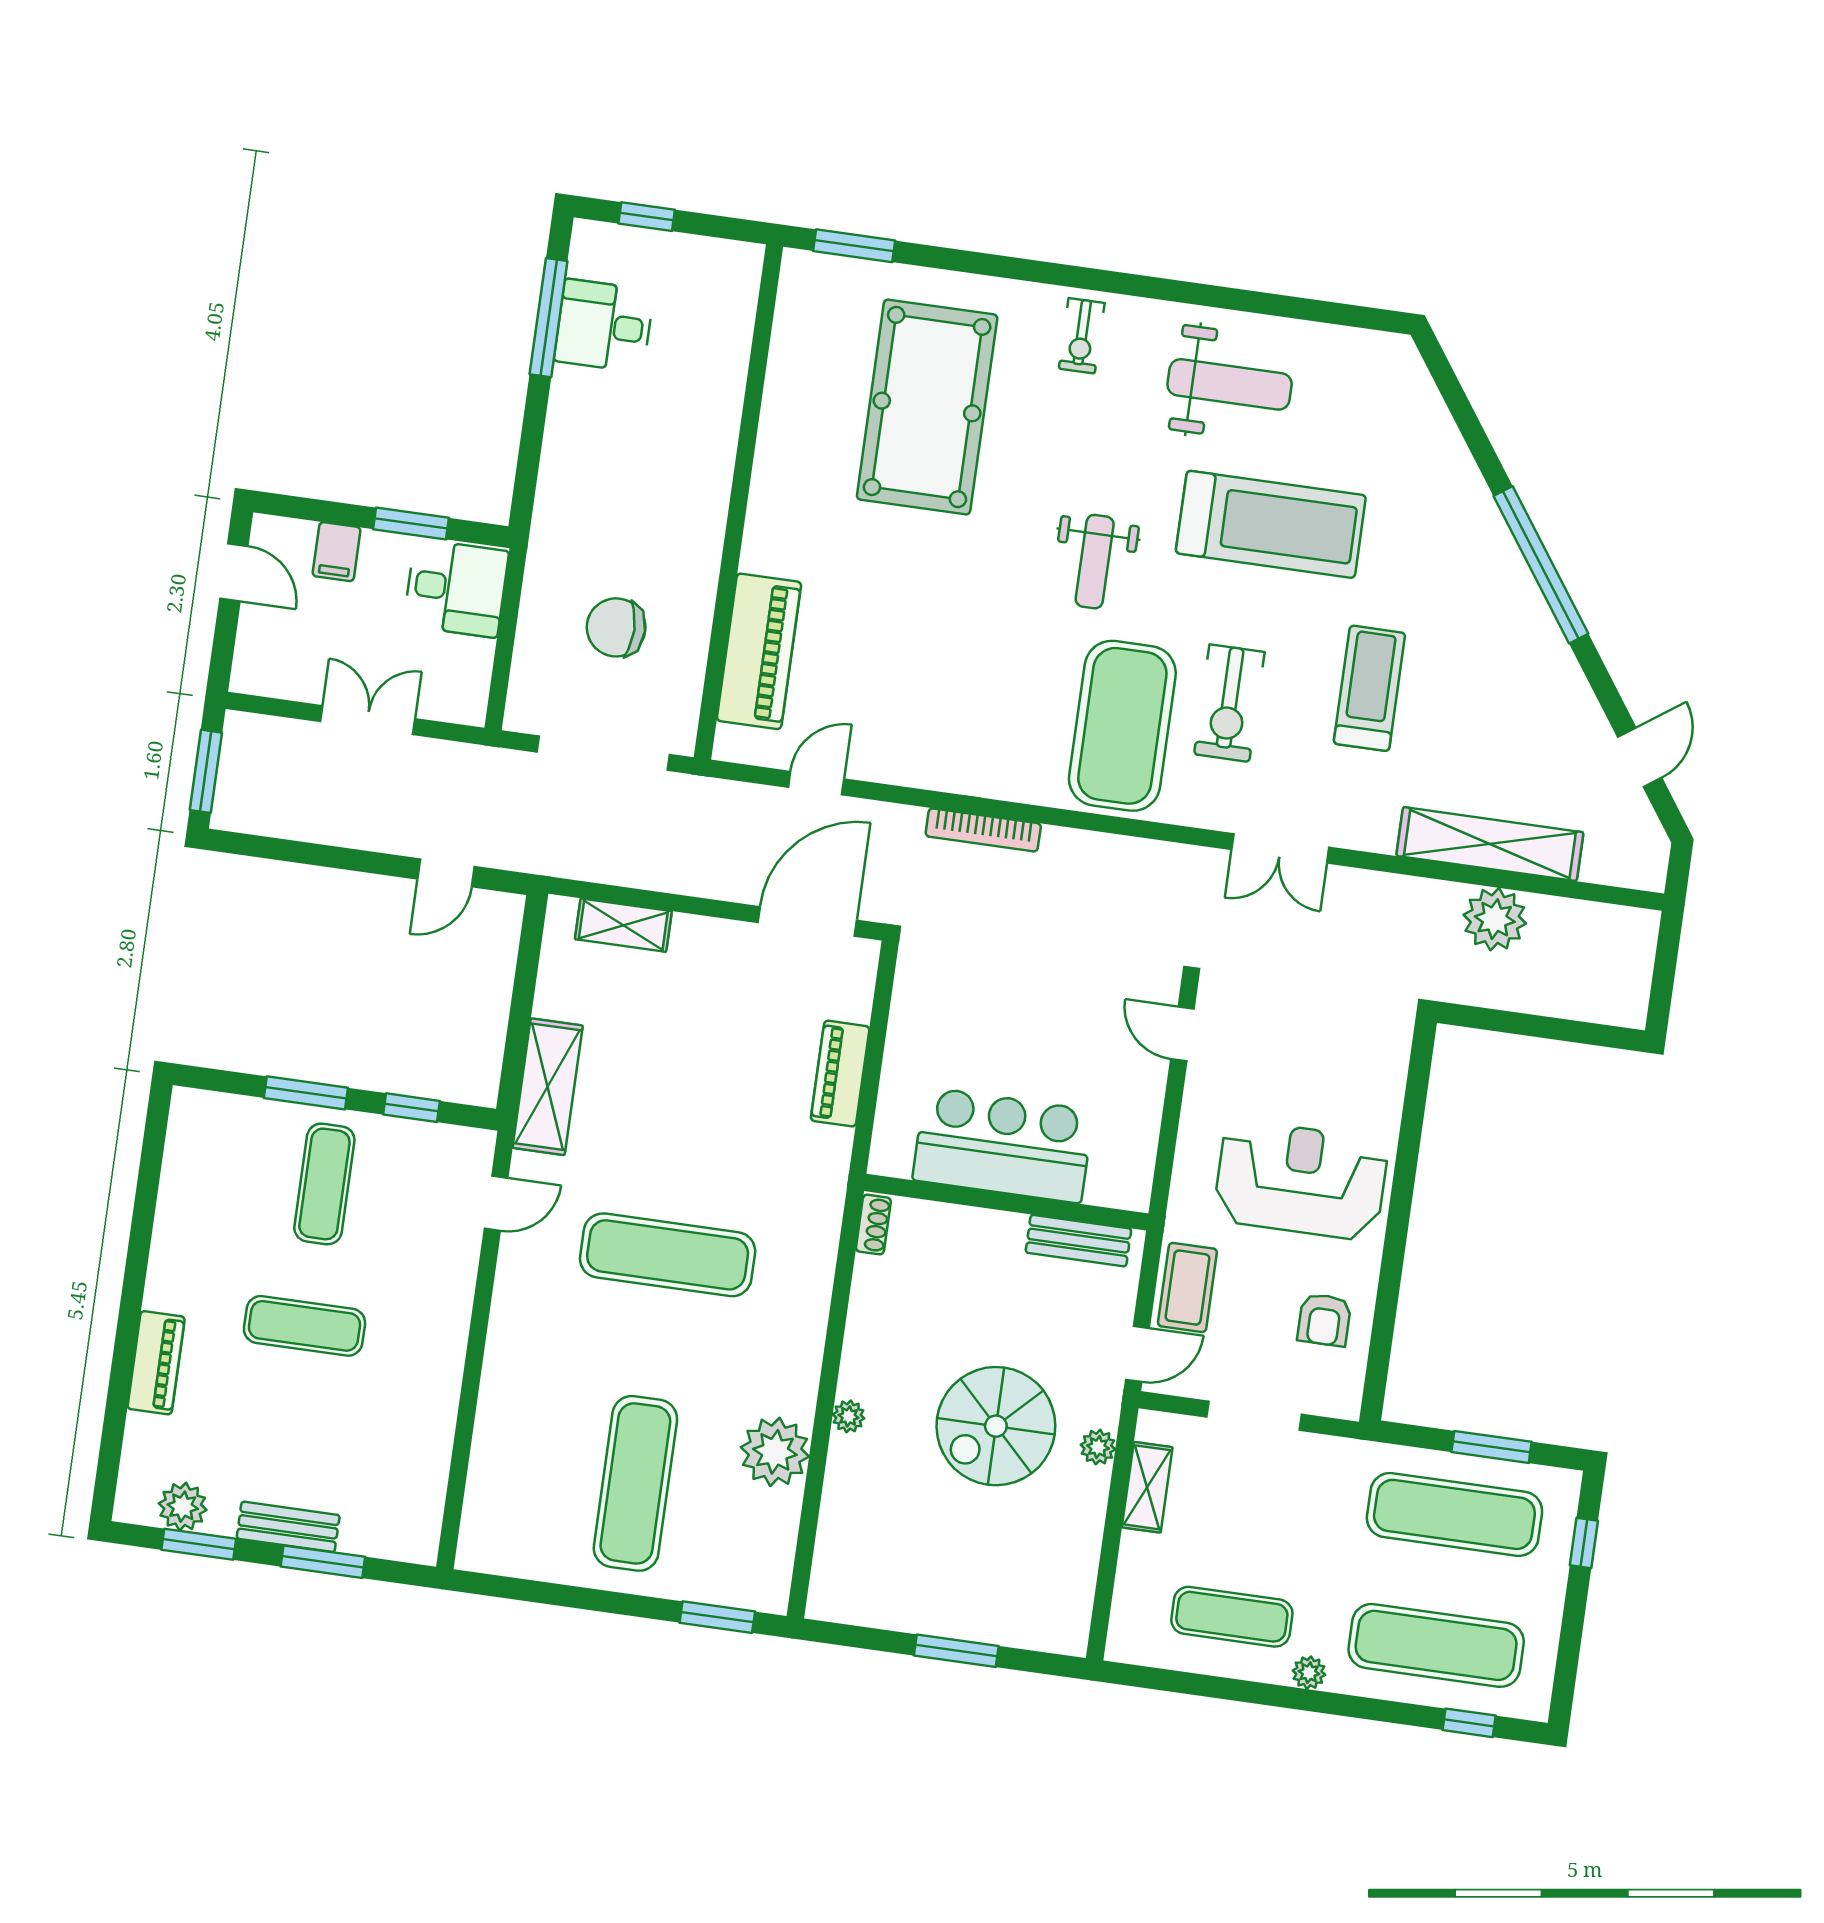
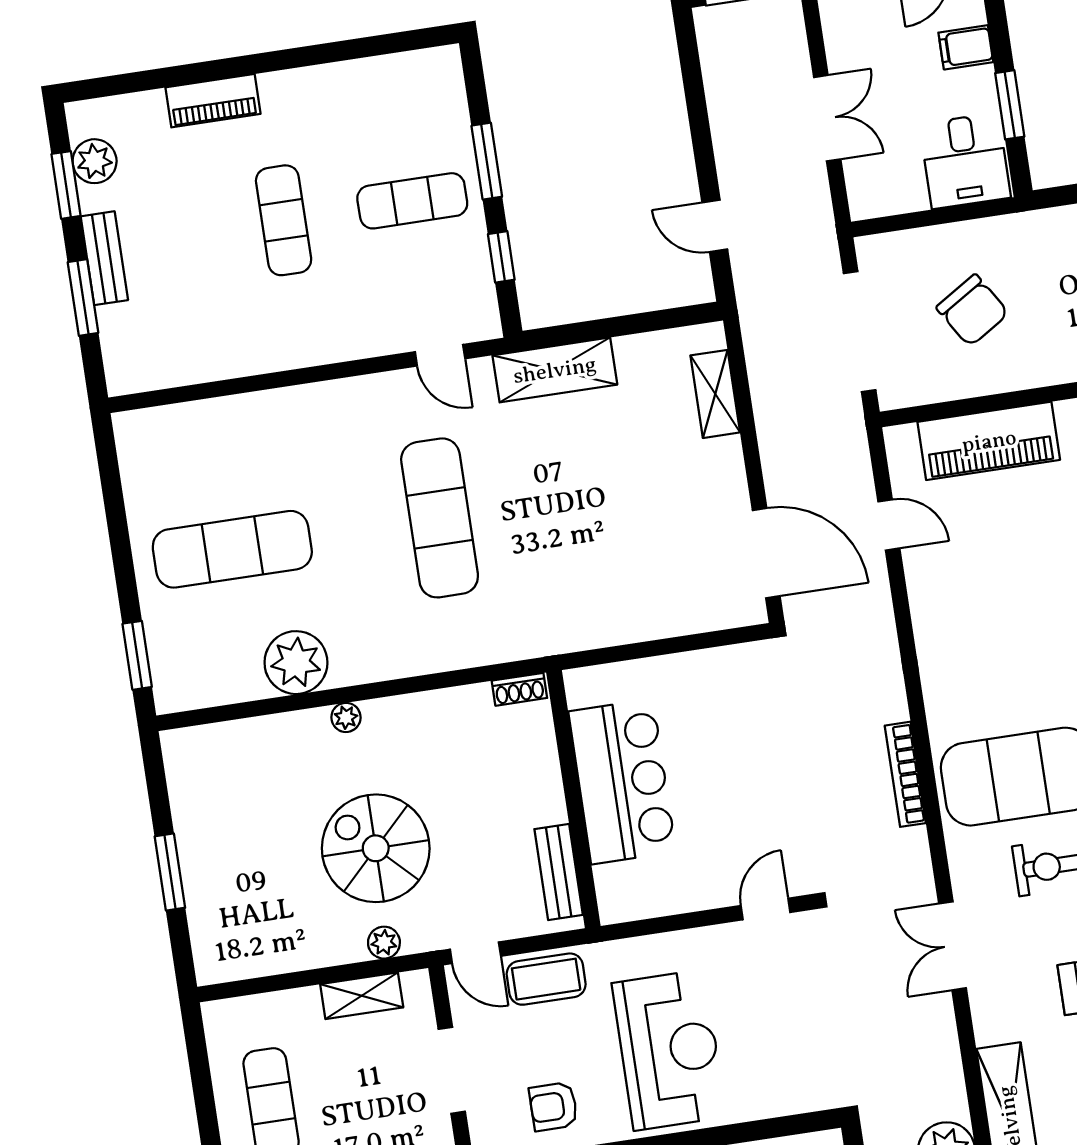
chair: (616, 627) -> (972, 310), turned 148
bookcase: (983, 830) -> (905, 774), moved
piano: (840, 1074) -> (642, 621), removed

